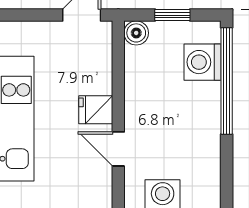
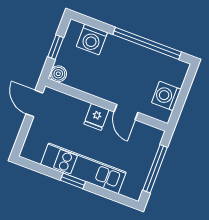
window: (227, 81) -> (147, 43), moved
door: (118, 149) -> (126, 112), hinge flipped

